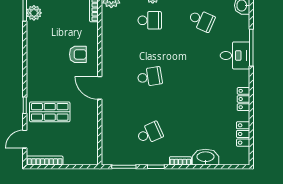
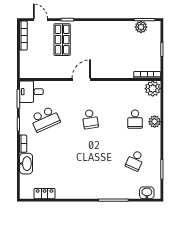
armchair: (78, 54) -> (108, 62), removed
desk: (235, 55) -> (31, 92), moved, turned 90
locker: (244, 99) -> (72, 194), removed
school desk: (150, 133) -> (45, 119), width x1.85

